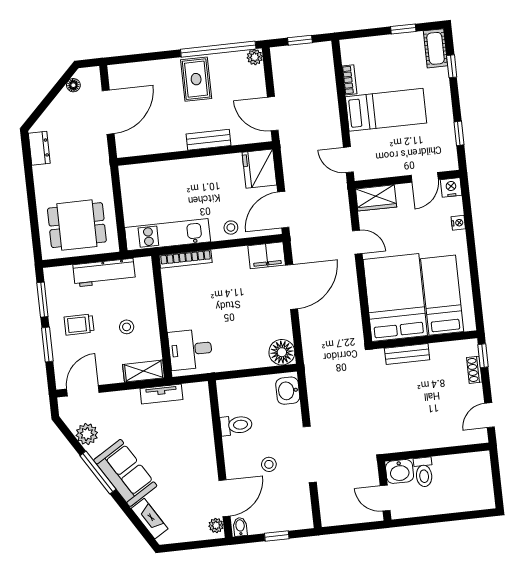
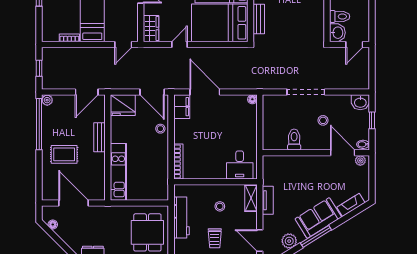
rug: (196, 79) -> (64, 154), moved
kitchen unit: (168, 235) -> (118, 172), moved, turned 180
floor lamp: (282, 352) -> (252, 99), width x0.53, depth x0.53
washbasin: (288, 391) -> (360, 102), moved
tv unit: (161, 394) -> (268, 200), moved
doorway: (310, 454) -> (306, 92), moved

